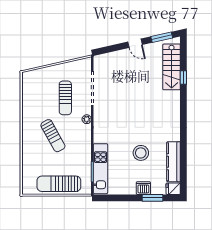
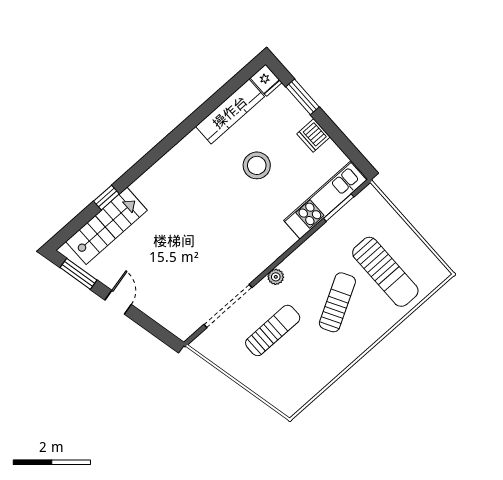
sun lounger: (59, 184) -> (385, 272), moved
dishwasher: (143, 188) -> (314, 135), moved

